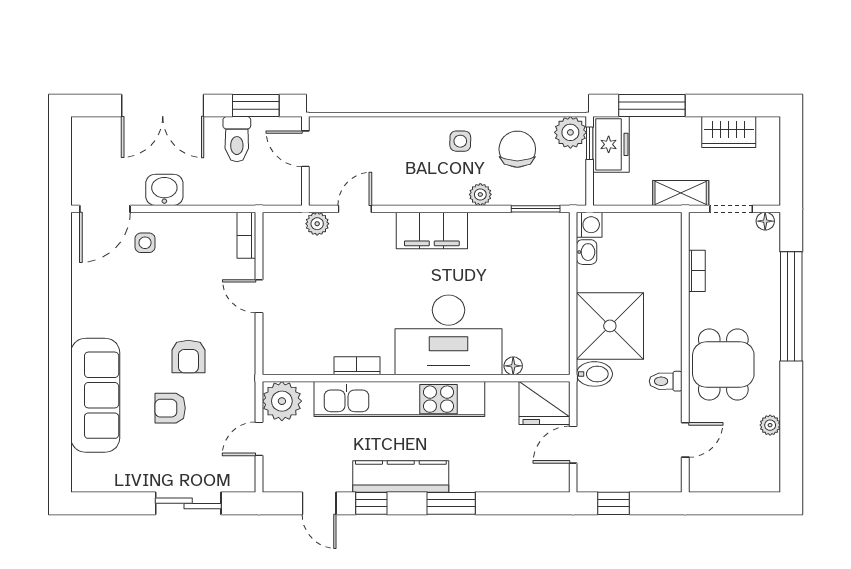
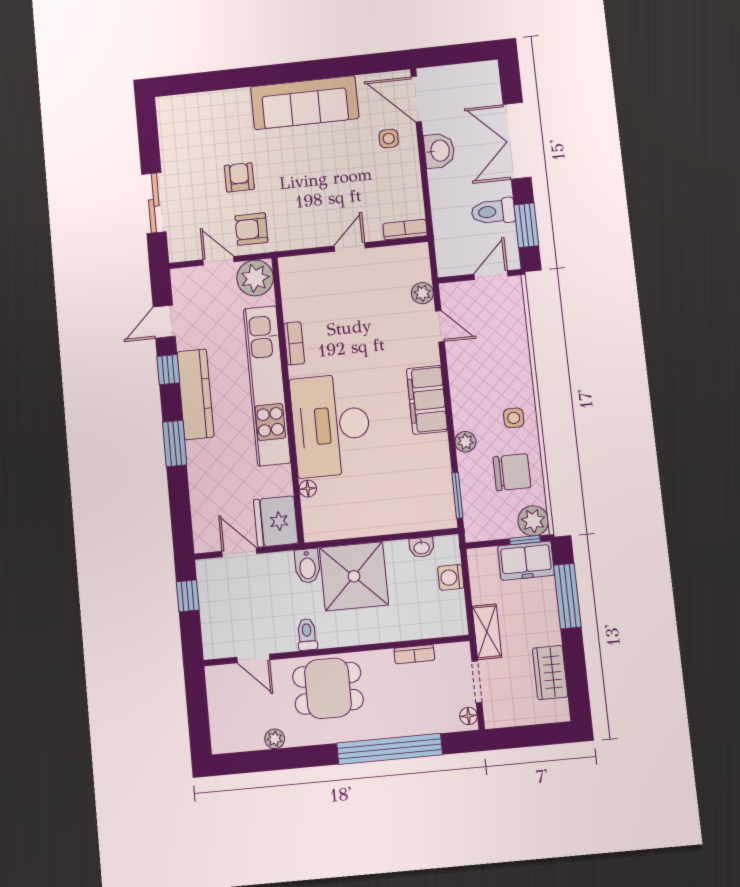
washing machine: (589, 225) -> (451, 577), moved, turned 90
armchair: (188, 356) -> (251, 229), moved
sofa: (95, 395) -> (305, 103), moved

